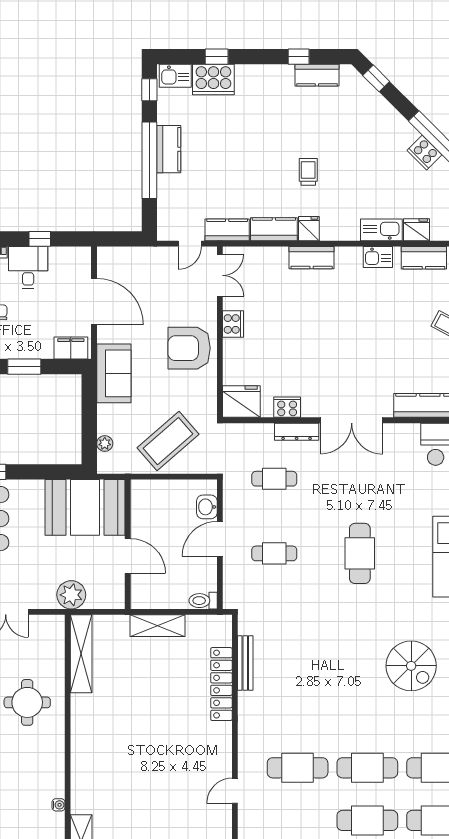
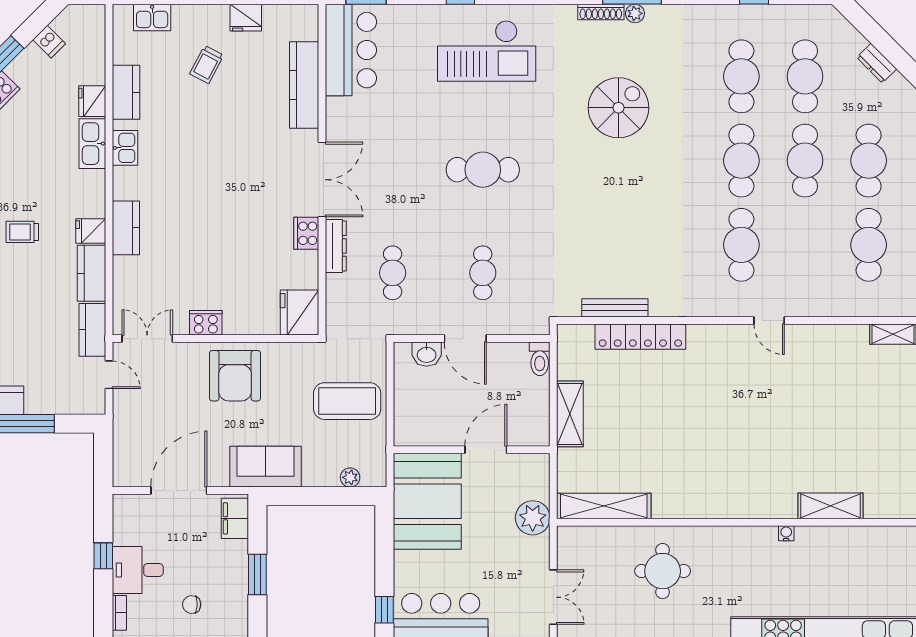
cooker: (287, 407) -> (306, 233), moved
coffee table: (168, 441) -> (347, 401), turned -49

